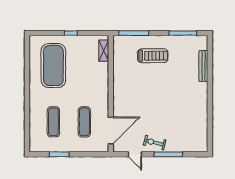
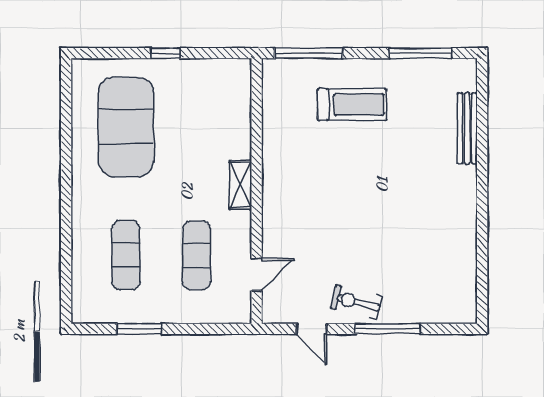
shelving: (104, 51) -> (241, 185), moved
door: (111, 130) -> (257, 275), width x0.53

